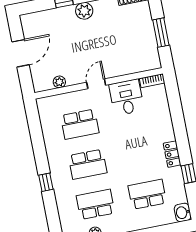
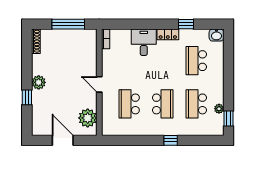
window: (161, 33) -> (68, 24), width x1.44
plant: (59, 82) -> (88, 118), width x1.88, depth x1.88
desk: (126, 97) -> (144, 42), moved, turned 90
school desk: (80, 124) -> (129, 104), turned 180

